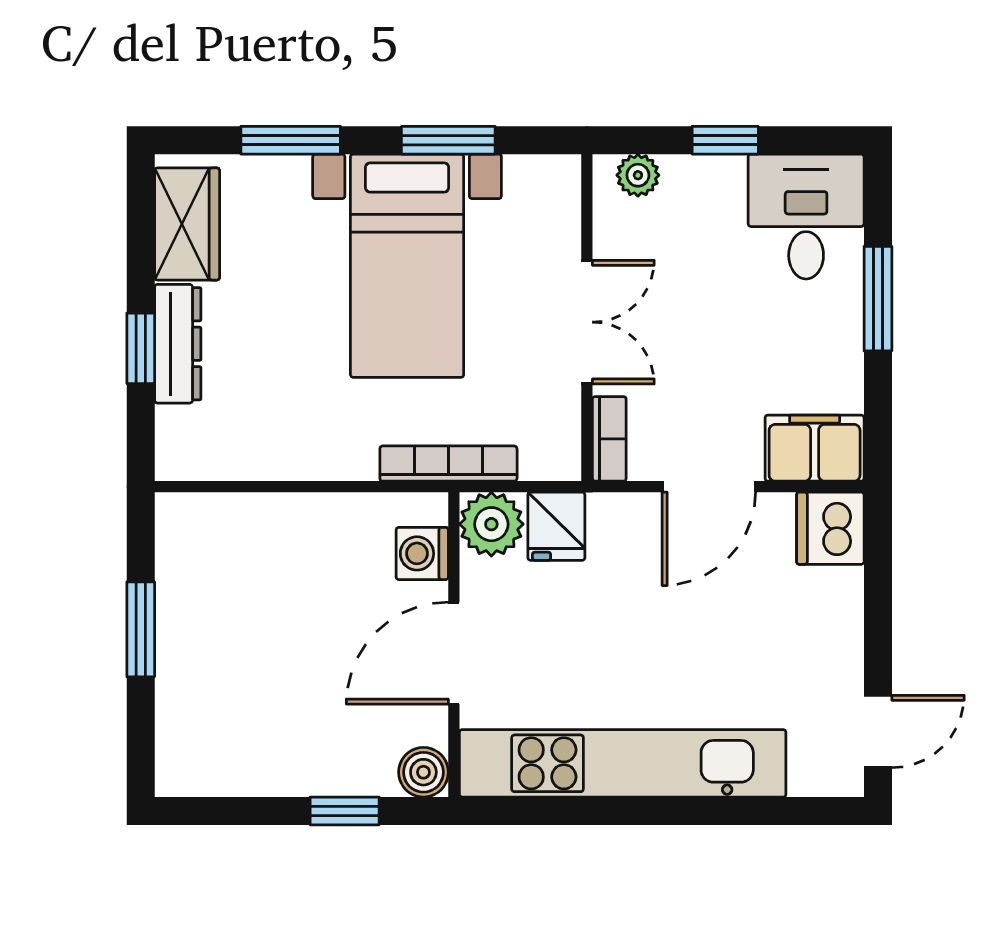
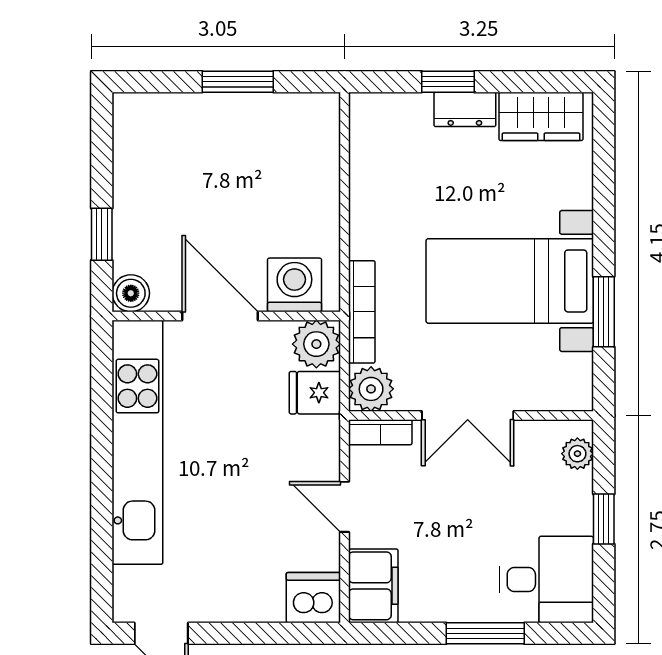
window: (291, 140) -> (604, 194), removed
dresser: (178, 344) -> (465, 109), width x0.70
plant: (551, 451) -> (371, 389), added
door: (709, 487) -> (344, 507), width x0.73
washing machine: (422, 553) -> (294, 285), width x1.38, depth x1.38

